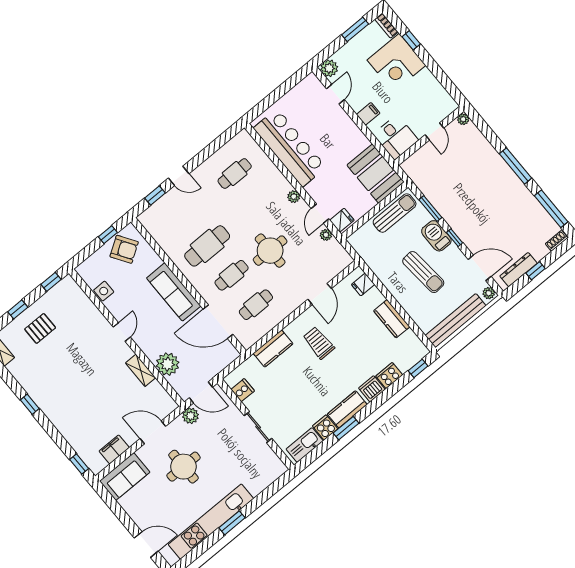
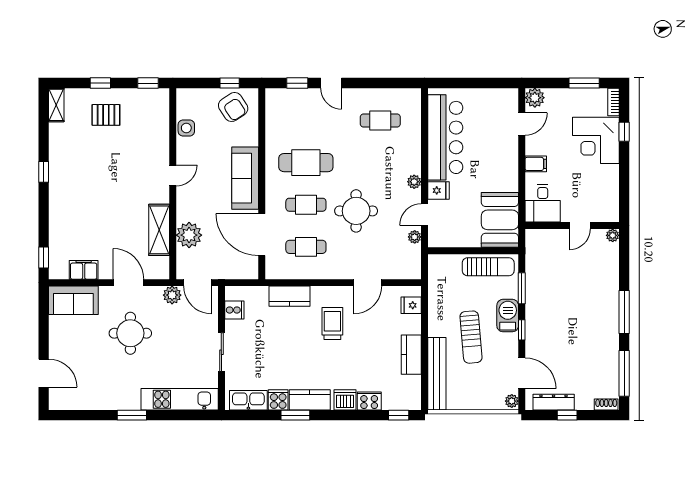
fridge: (342, 220) -> (438, 190), moved
bench: (456, 321) -> (437, 374), moved, turned 90
shelving: (141, 370) -> (159, 230), width x1.50, depth x1.33
kitchen unit: (211, 522) -> (180, 399), moved, width x0.73

